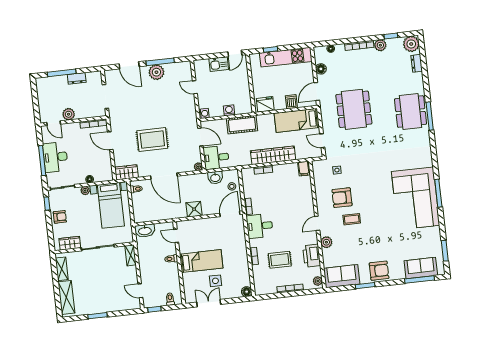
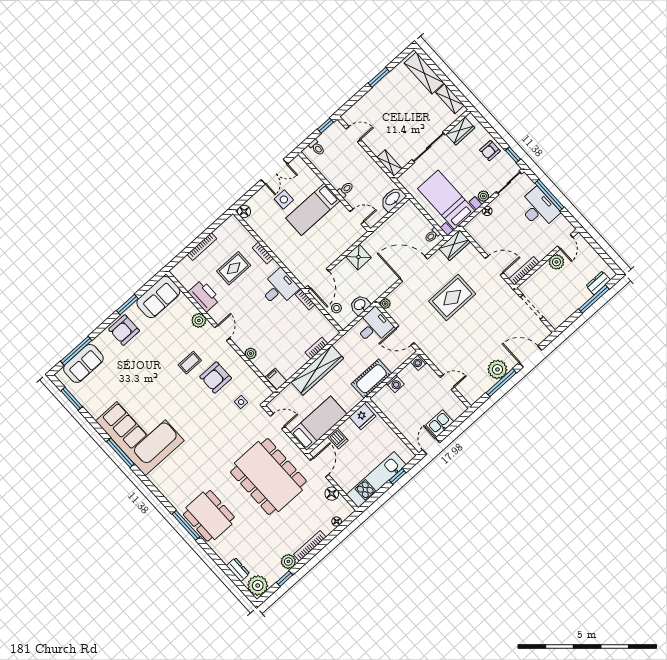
dresser: (77, 78) -> (598, 283), moved
dining table: (354, 109) -> (268, 477), width x1.36, depth x1.24
door: (54, 123) -> (565, 242), swing flipped
armchair: (342, 198) -> (216, 377), turned 180
plant: (318, 281) -> (251, 354), moved

